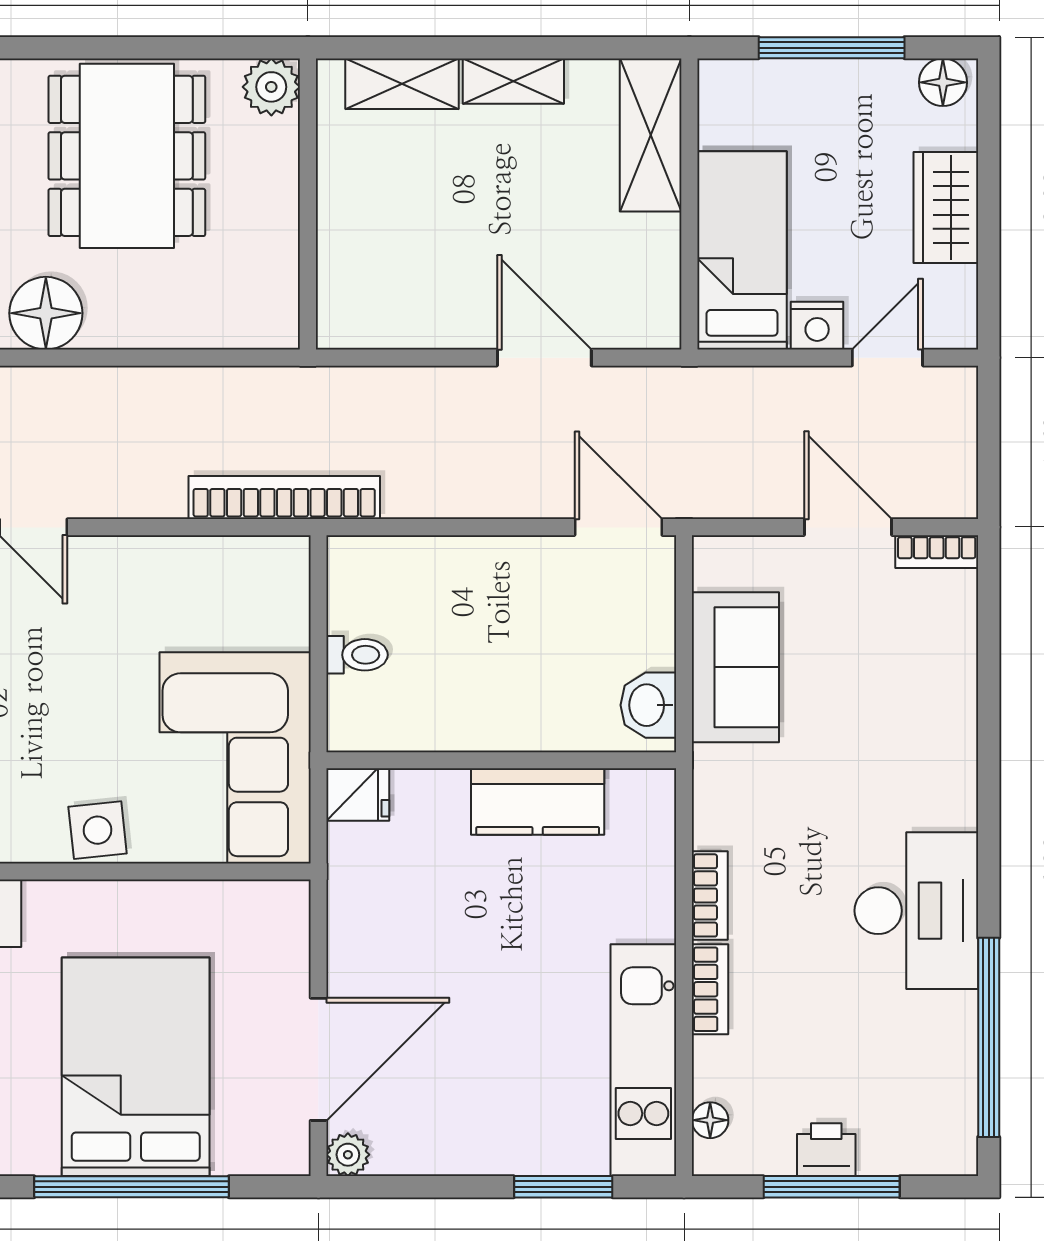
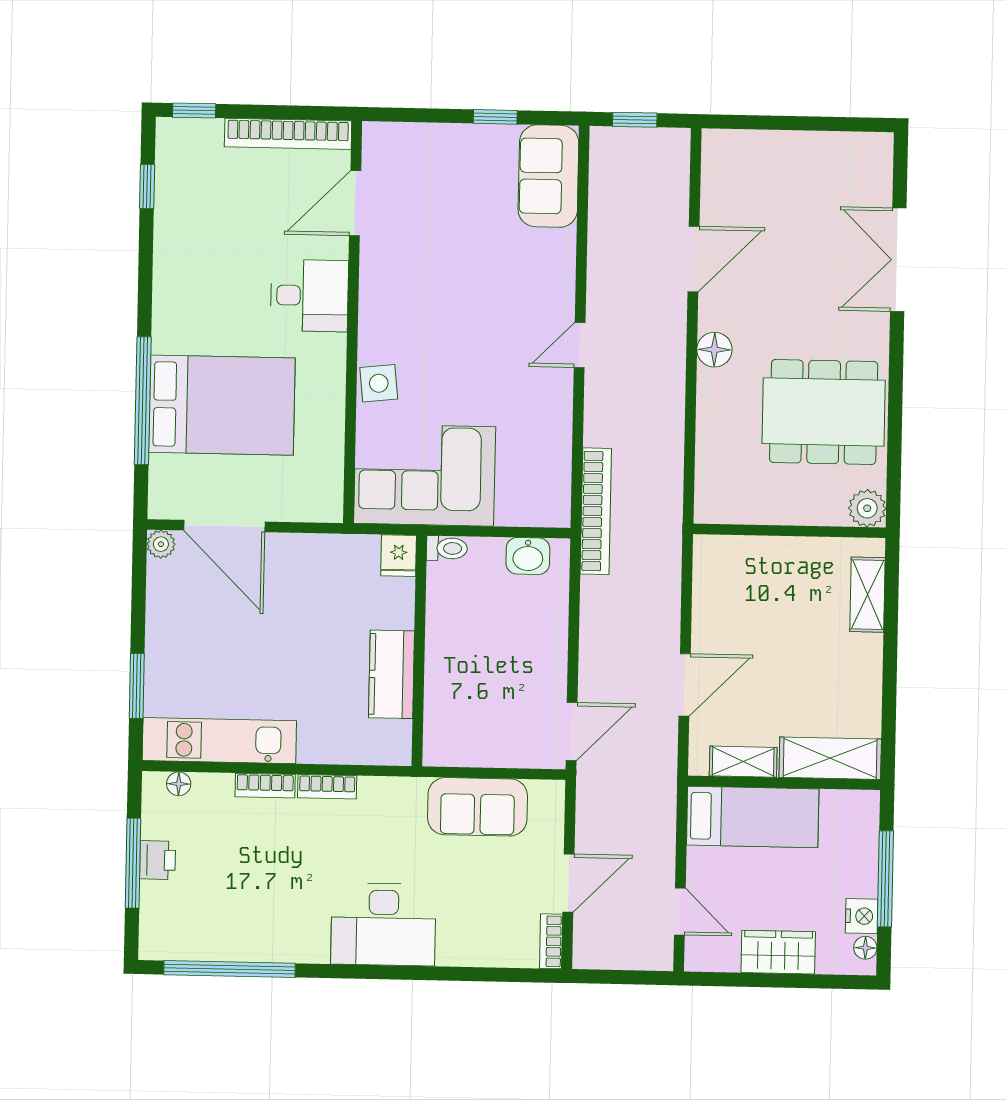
shelving: (513, 81) -> (743, 762), moved, turned 90
floor lamp: (943, 82) -> (865, 948), width x0.73, depth x0.73
floor lamp: (46, 313) -> (714, 350), width x0.73, depth x0.73
nightstand: (817, 326) -> (862, 916), moved, turned 180
toilet: (357, 655) -> (447, 548), moved, turned -90
washbasin: (648, 705) -> (528, 556), moved, turned 180
desk: (916, 911) -> (383, 924), moved

